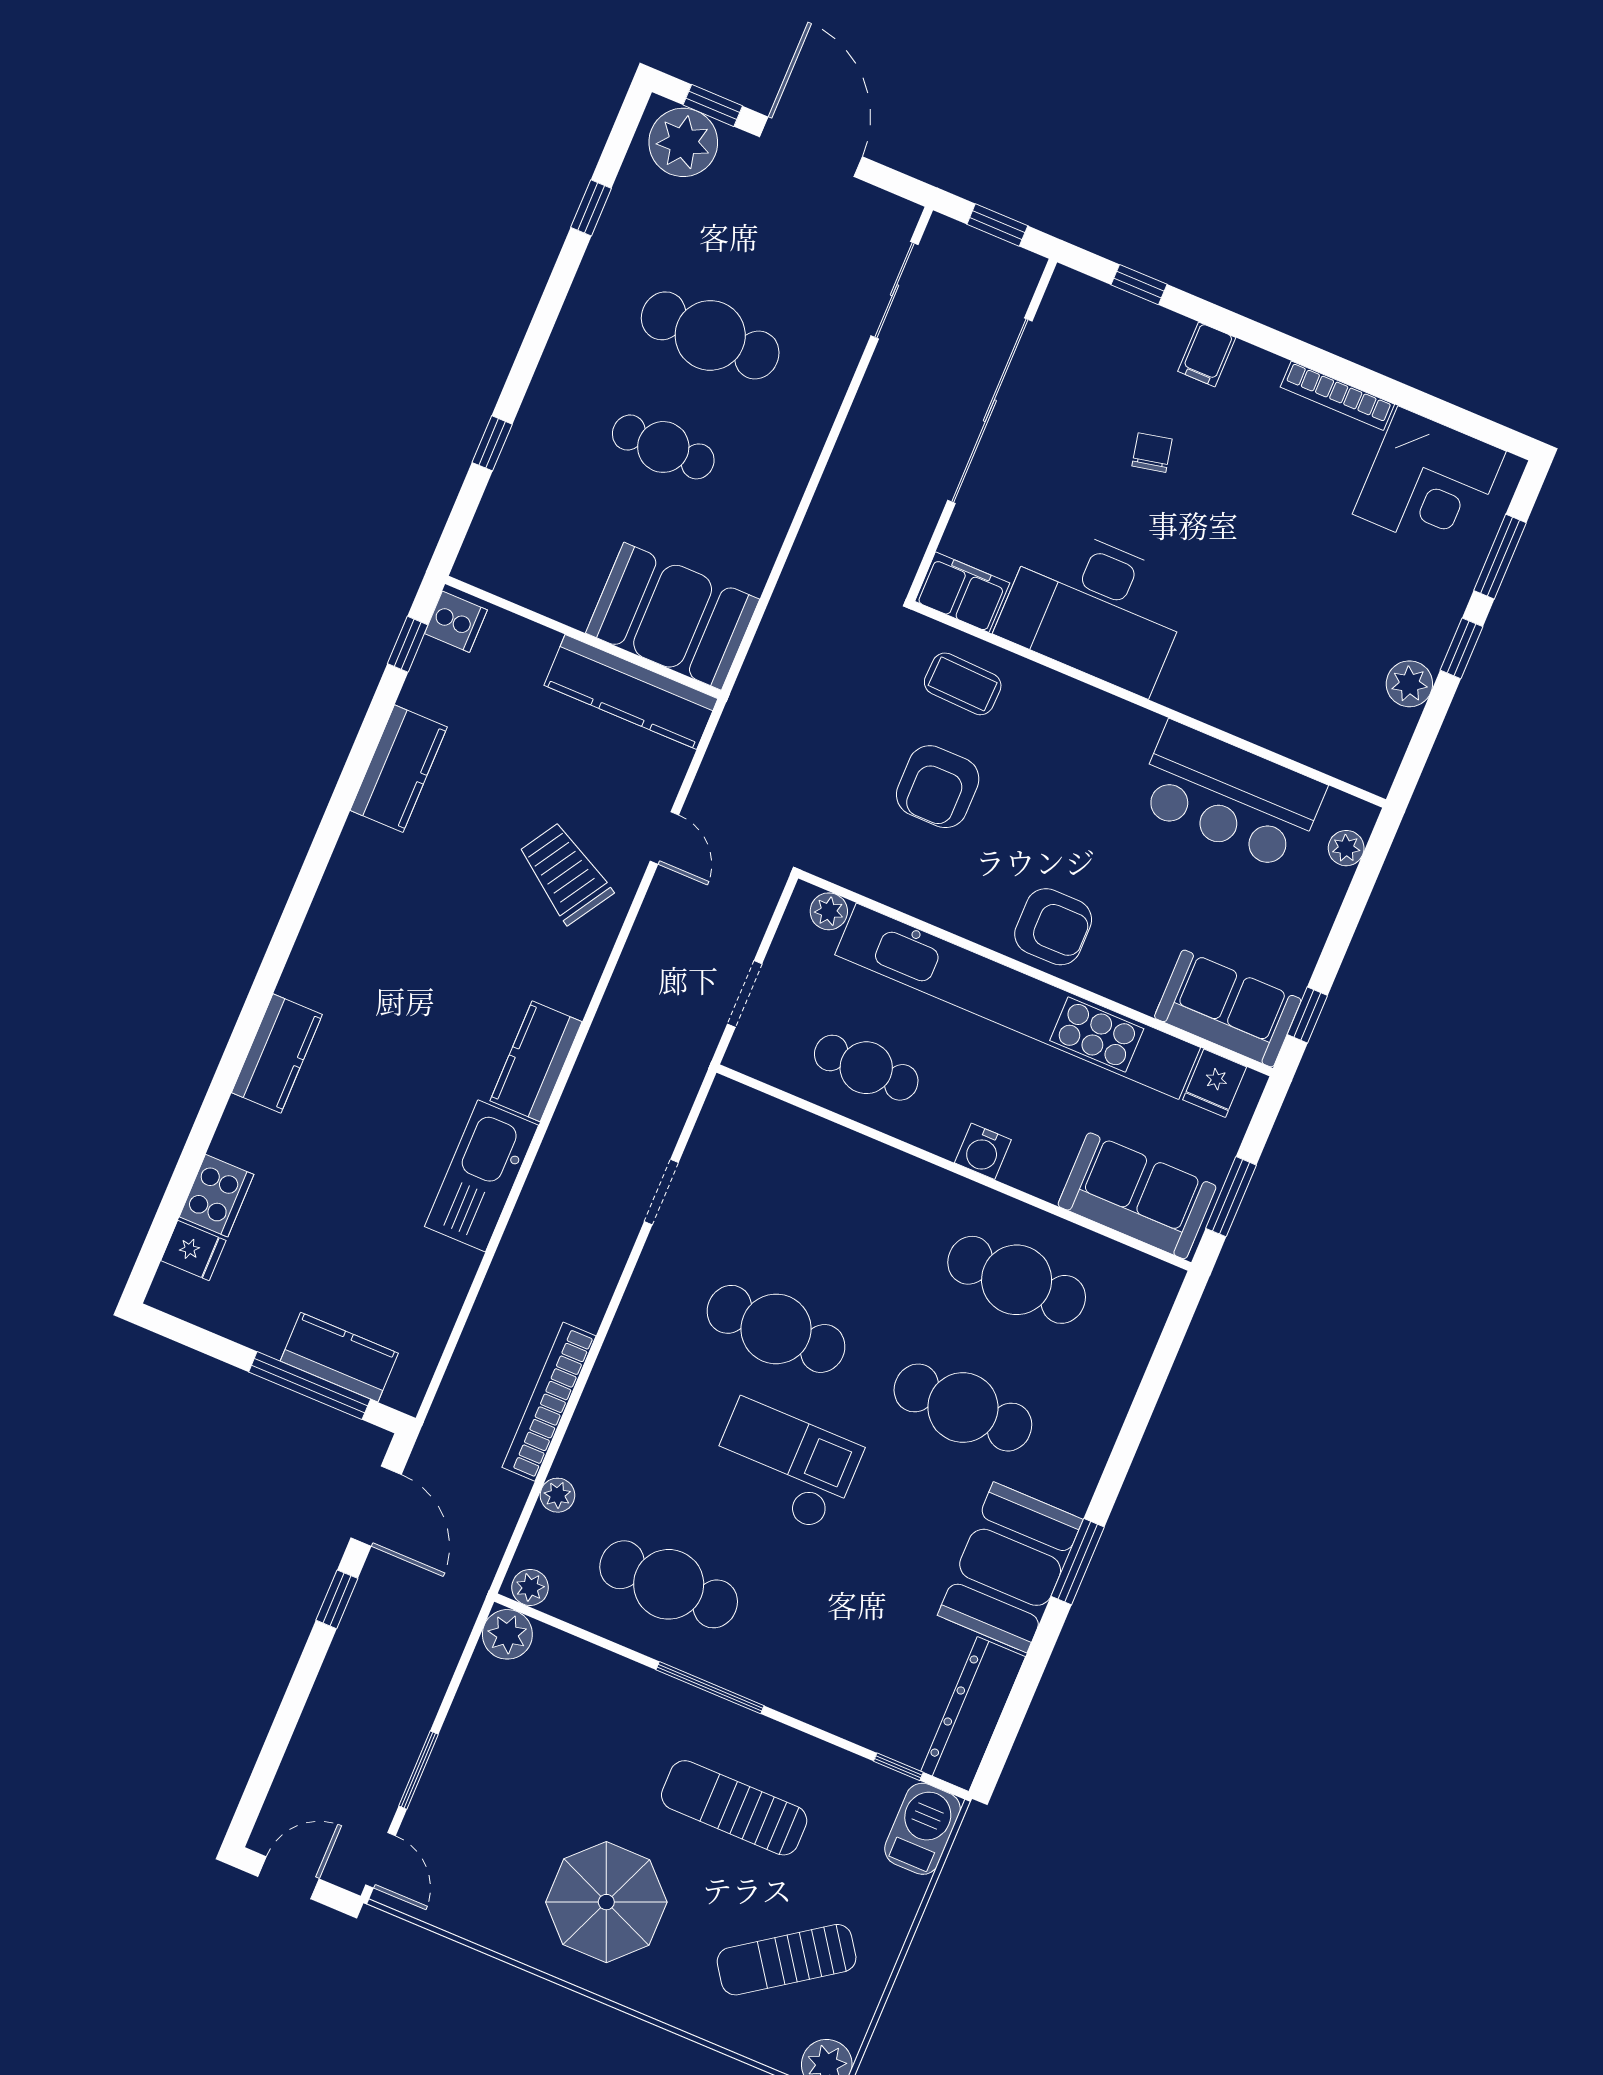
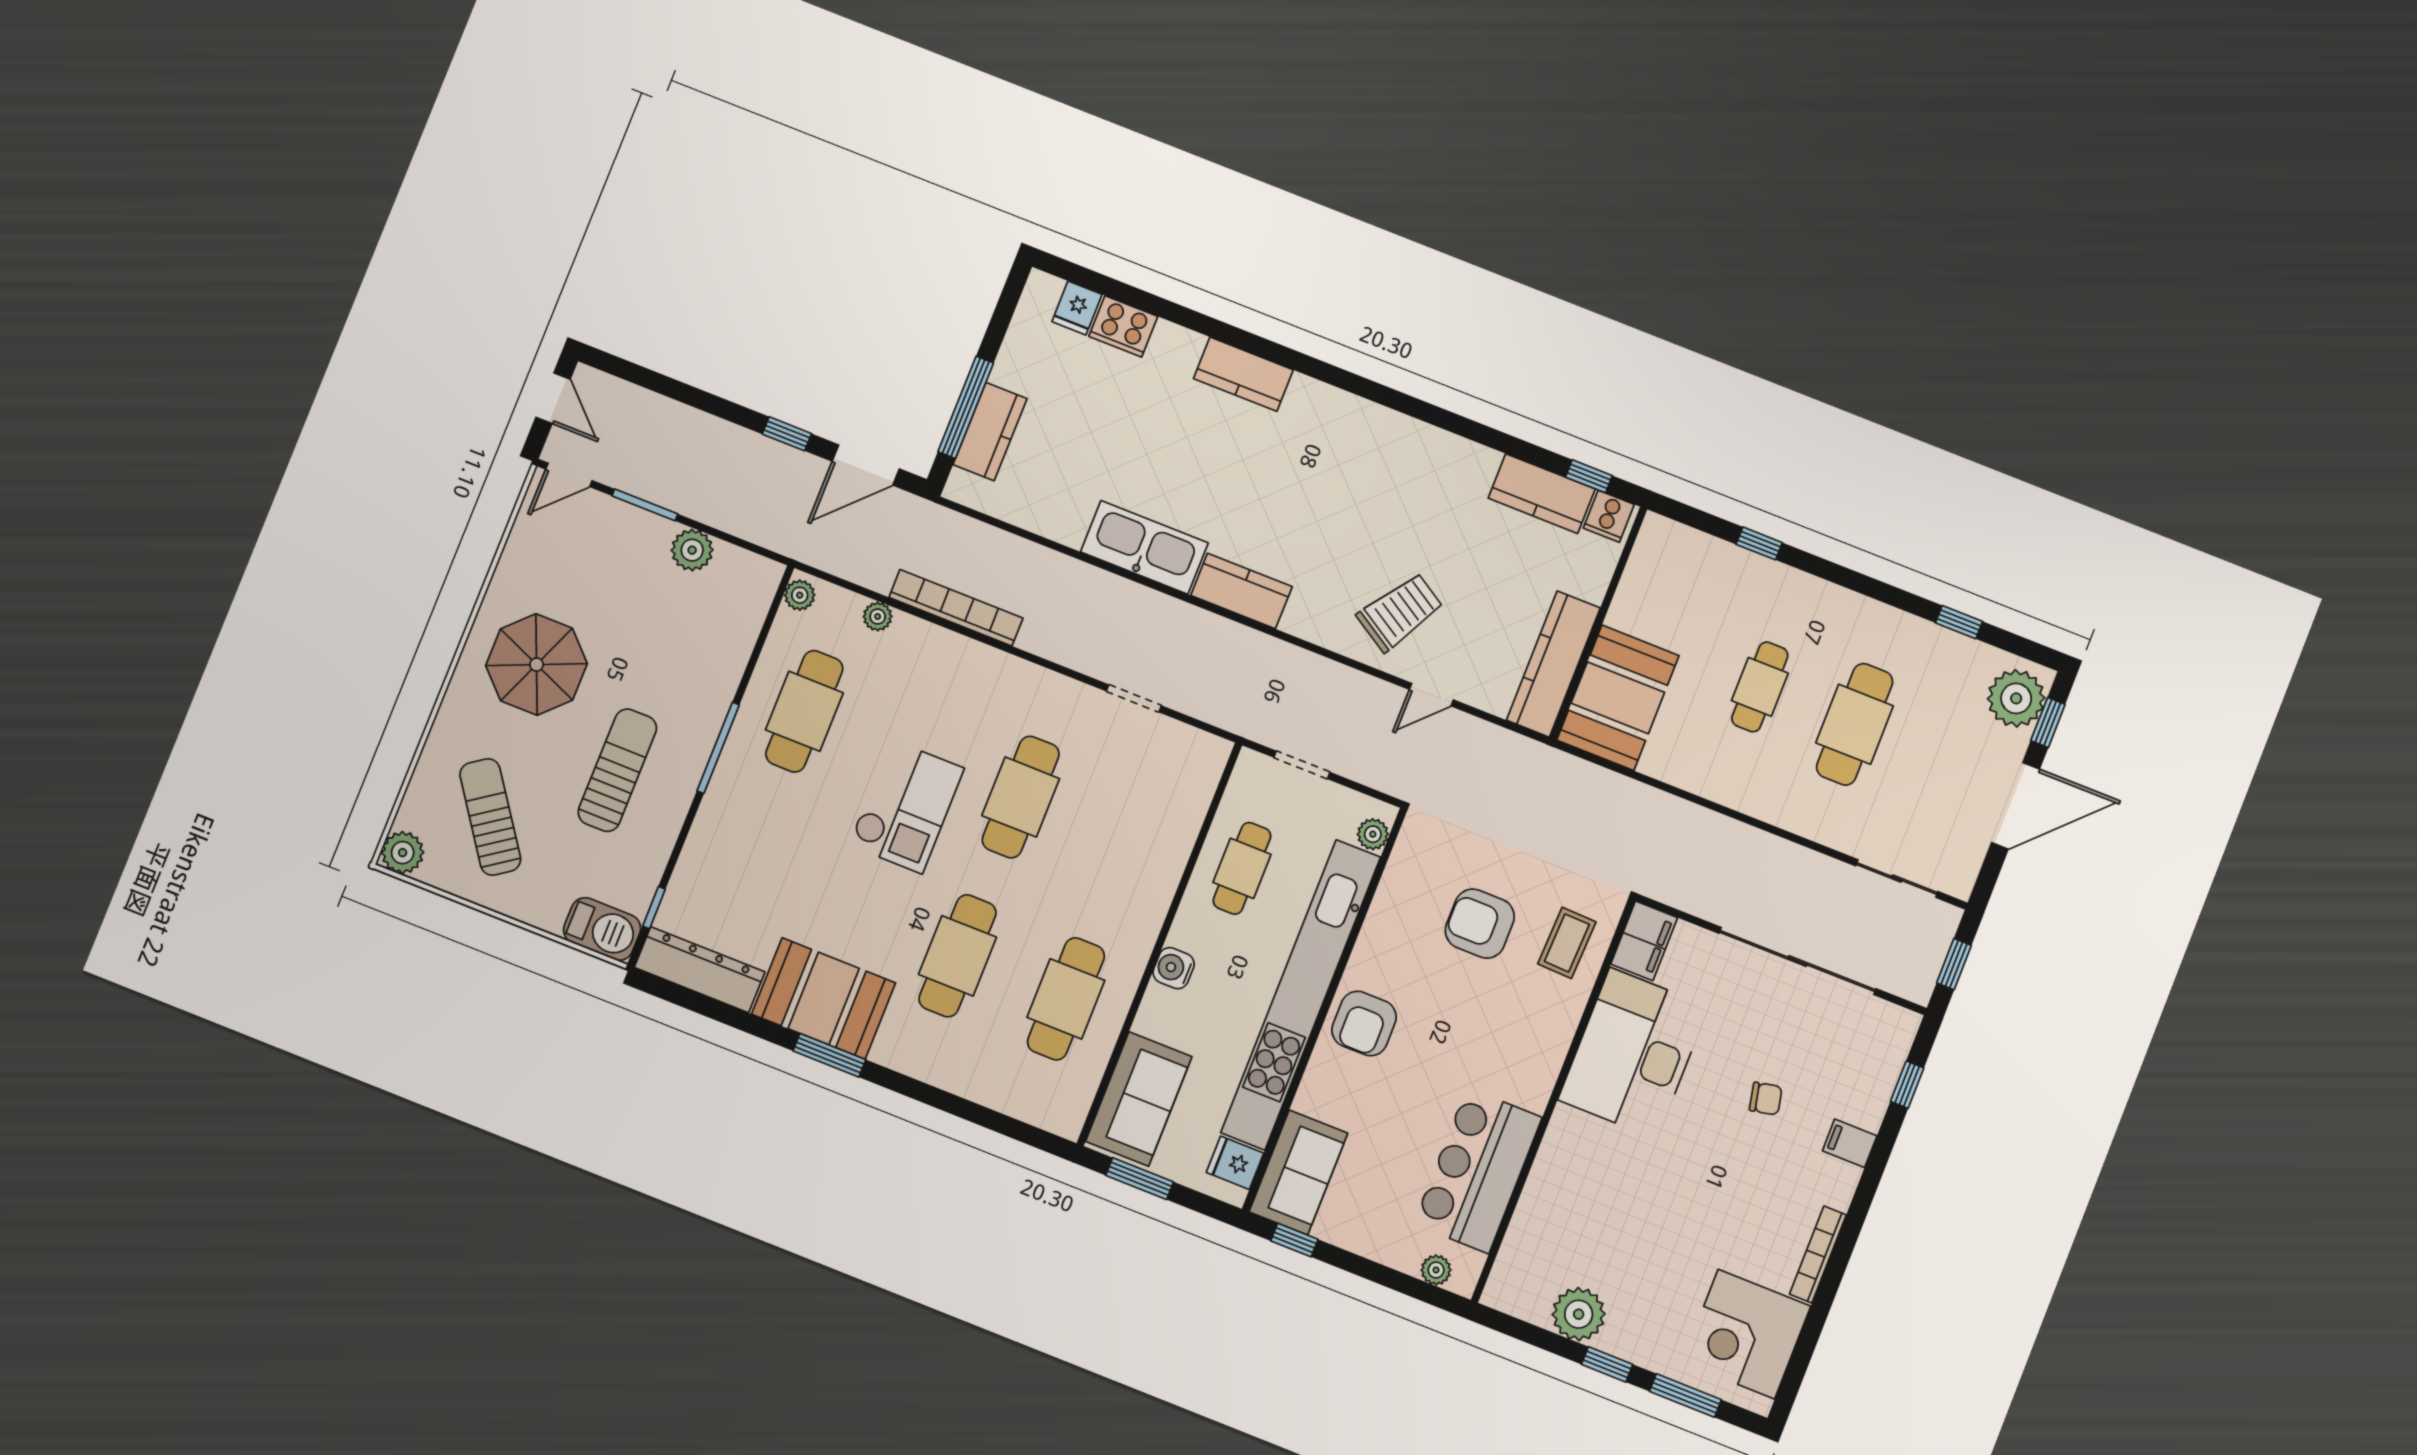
plant: (1409, 684) -> (1579, 1314), width x1.36, depth x1.36
kitchen counter: (399, 769) -> (1542, 494), moved
plant: (507, 1634) -> (692, 550), moved

